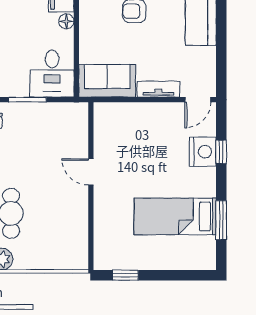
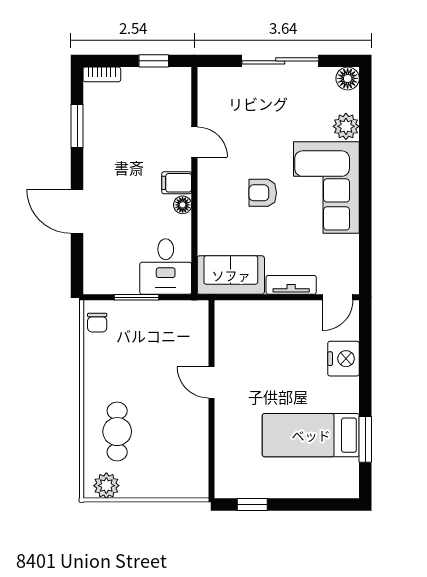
window: (221, 152) -> (365, 359), removed

